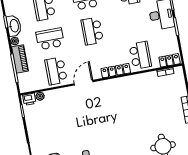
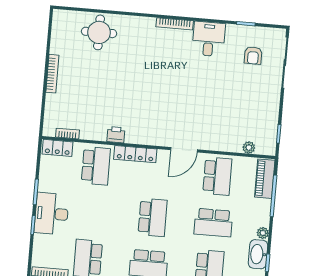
school desk: (140, 55) -> (96, 166), turned 180
piano: (20, 59) -> (265, 179), moved
printer: (29, 99) -> (116, 135), moved

